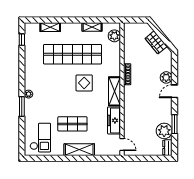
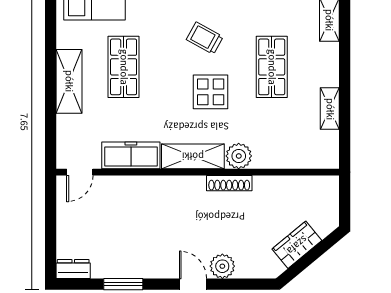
plant: (114, 36) -> (239, 156), moved
shop shelf: (72, 54) -> (272, 67), width x0.50, depth x0.74
trolley: (59, 86) -> (205, 38), added
plant: (164, 131) -> (109, 262), removed

